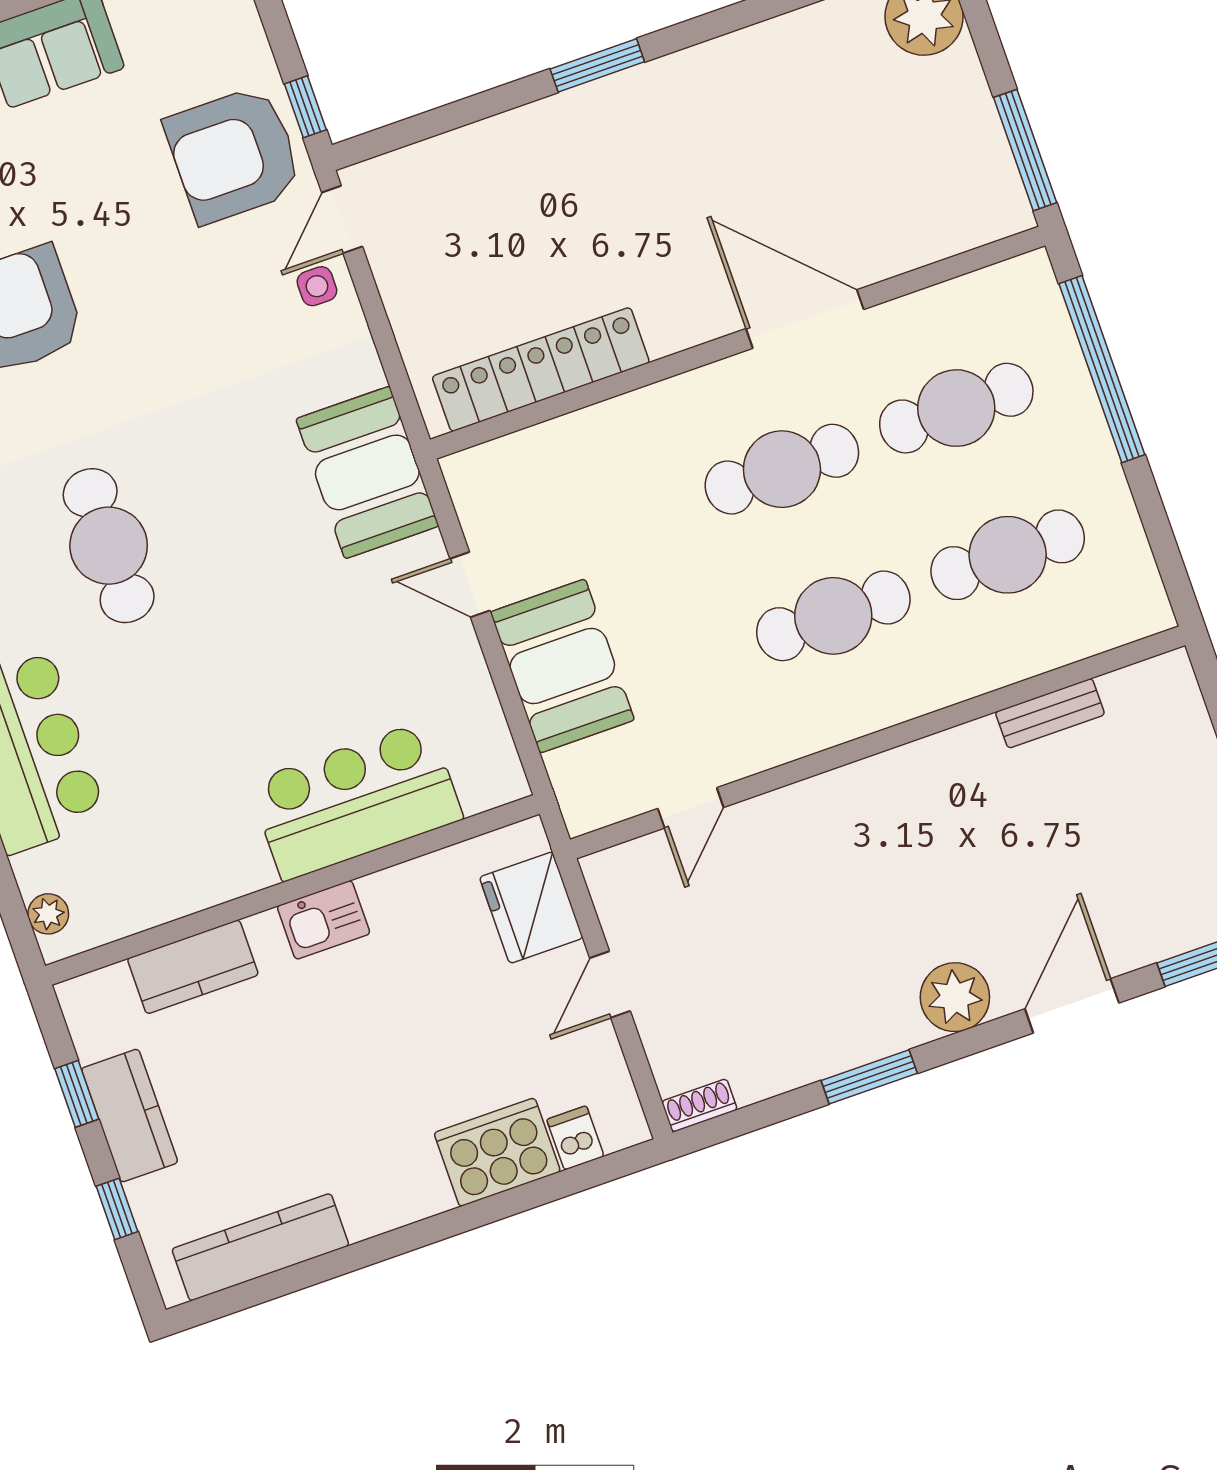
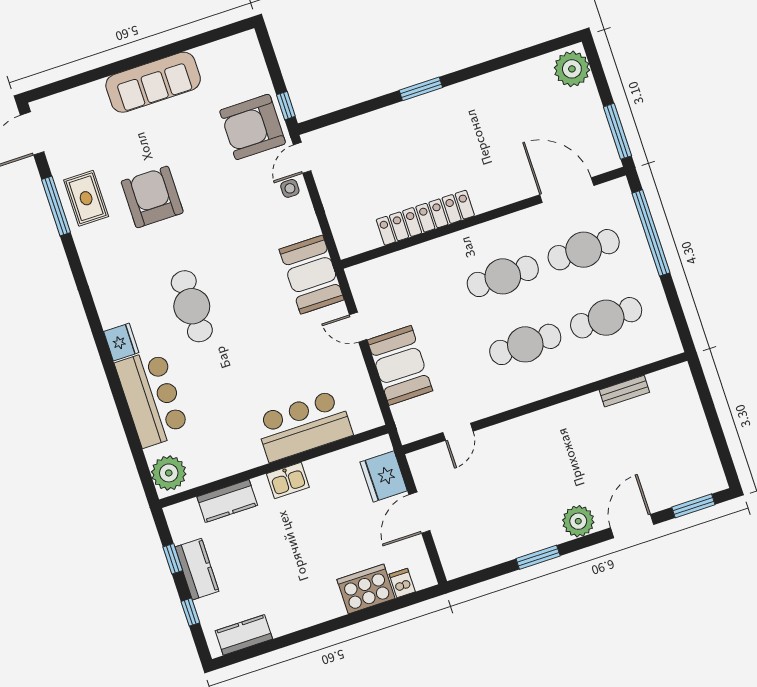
door: (805, 319) -> (567, 190), moved
locker: (541, 369) -> (425, 218), moved
plant: (48, 914) -> (169, 473), width x1.88, depth x1.88
door: (610, 985) -> (419, 513), width x1.38
shoe rack: (699, 1105) -> (460, 569), removed
kitchen counter: (260, 1247) -> (244, 635), width x0.67

